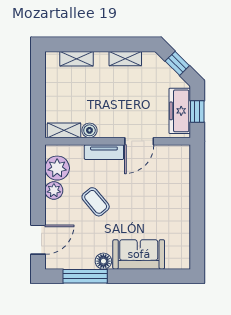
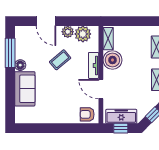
boiler: (89, 130) -> (112, 60), width x1.86, depth x1.86
armchair: (177, 162) -> (87, 114), added
door: (38, 240) -> (46, 21), moved

